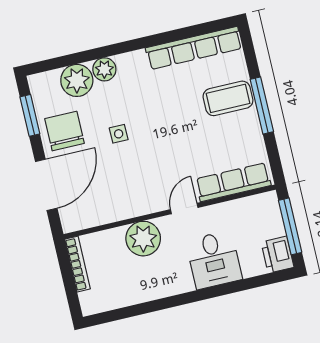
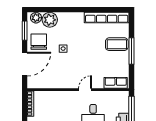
plant: (104, 69) -> (36, 18), moved
row of seats: (233, 182) -> (116, 83), width x0.68
plant: (143, 239) -> (63, 99), removed

